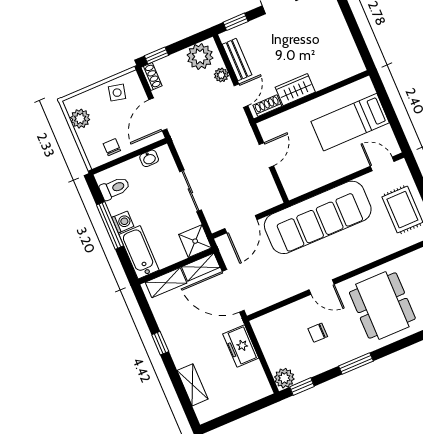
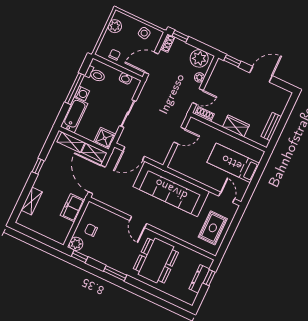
bench: (237, 60) -> (271, 127), moved
wardrobe: (295, 90) -> (236, 126), moved
chair: (318, 333) -> (91, 230), moved

